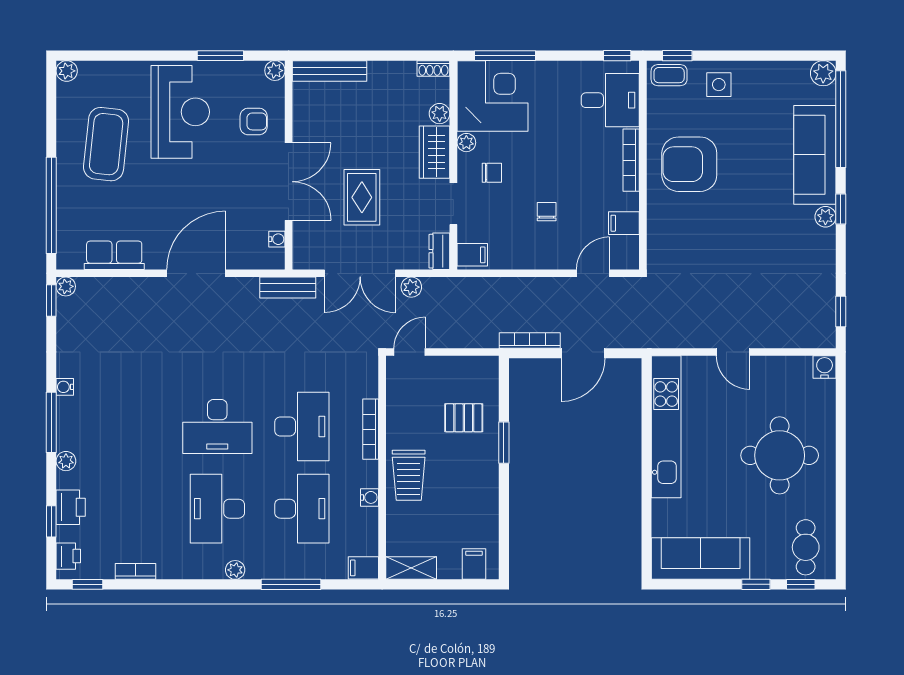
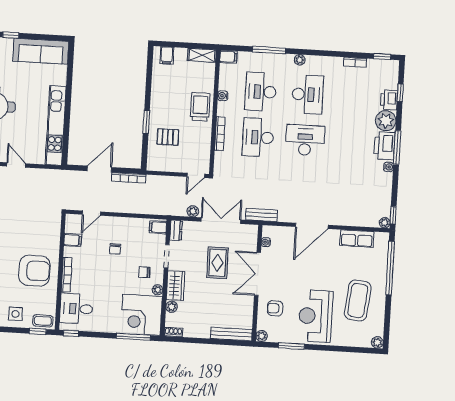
plant: (66, 461) -> (386, 121), width x1.88, depth x1.88
printer: (68, 556) -> (385, 146), moved, width x1.87, depth x1.48

